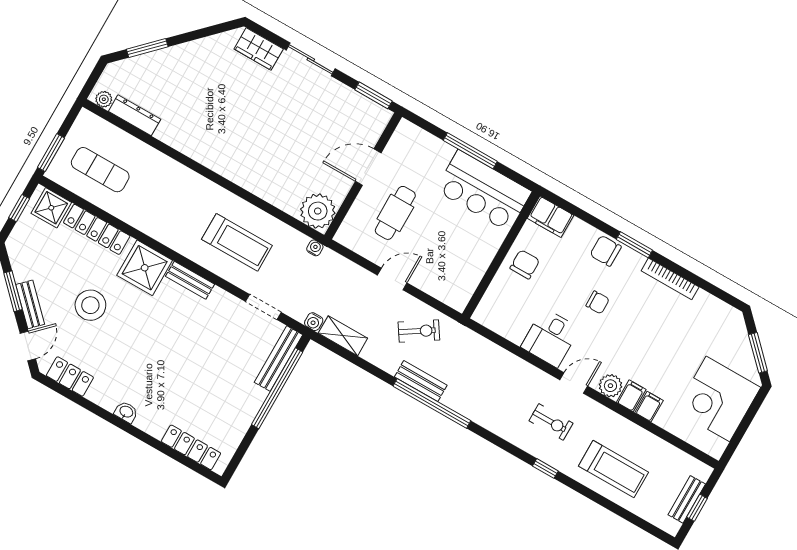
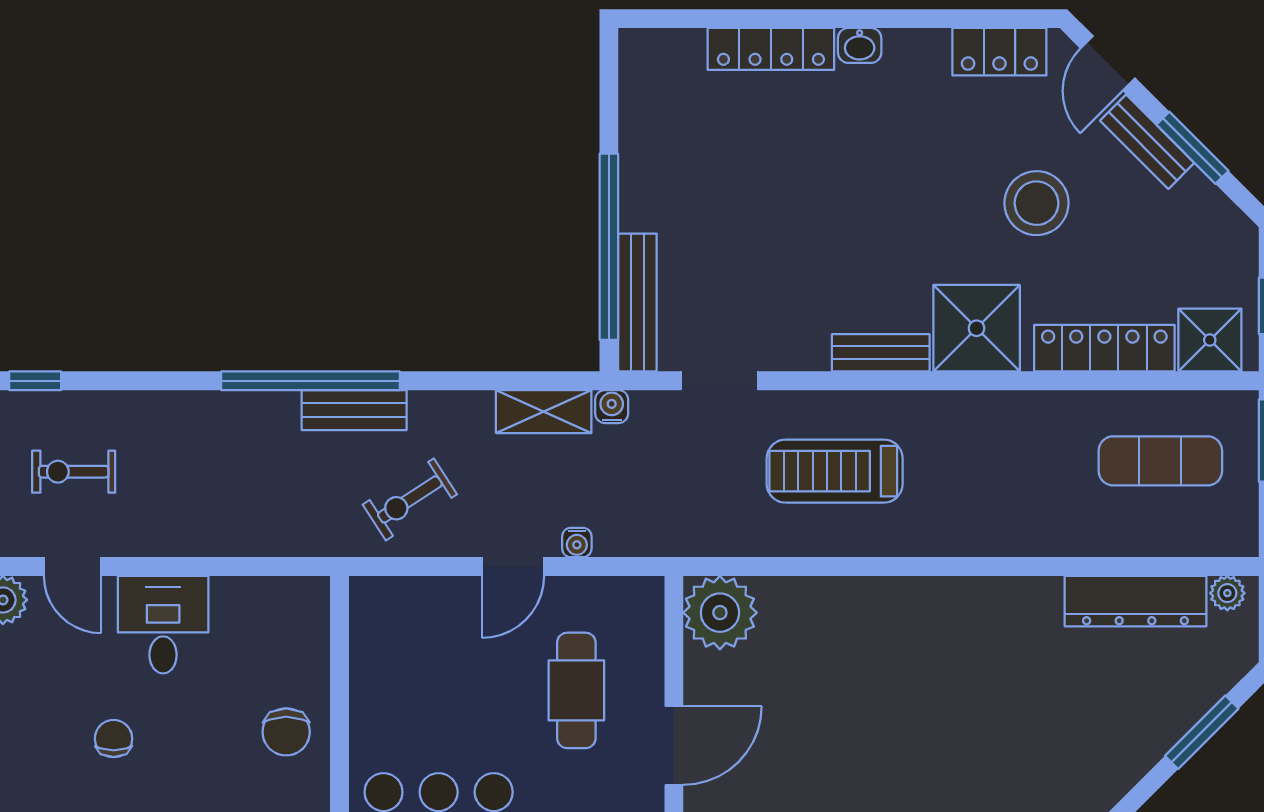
dresser: (135, 115) -> (1135, 601), width x1.37, depth x1.24
water cooler: (315, 248) -> (577, 542), moved
chair: (598, 302) -> (114, 739), turned 91
door: (574, 383) -> (73, 566), hinge flipped
locker: (191, 447) -> (771, 49), moved

